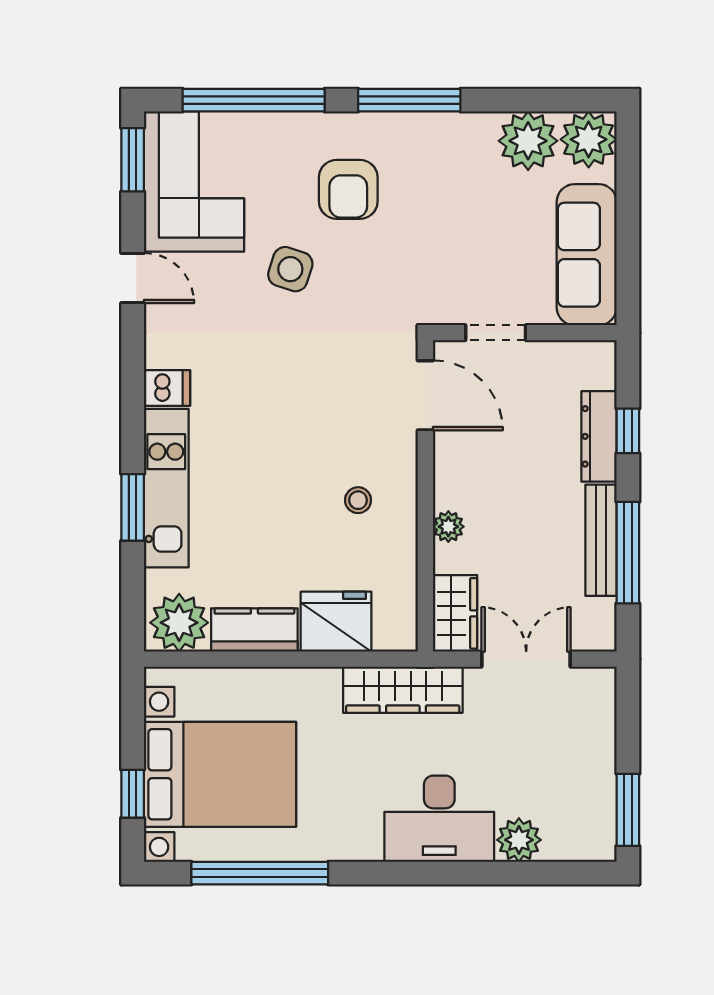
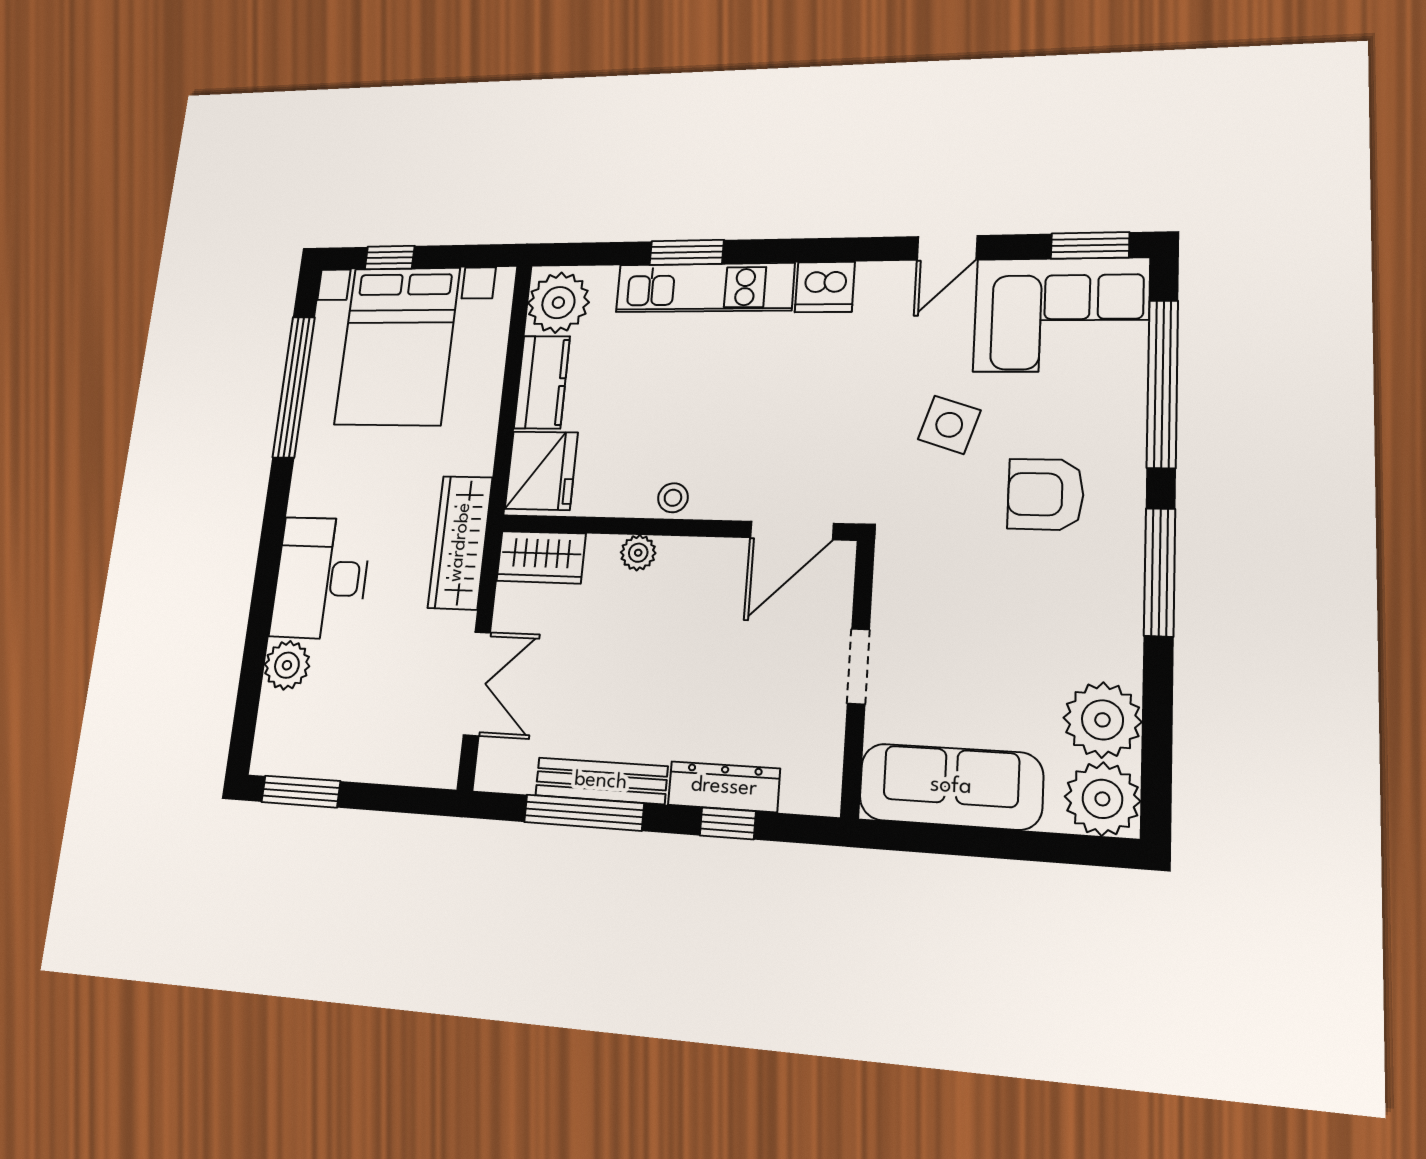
dishwasher: (167, 388) -> (825, 287), width x1.38
door: (425, 395) -> (792, 531), moved
wall: (425, 496) -> (675, 527), moved
plant: (448, 527) -> (638, 553), moved
wardrobe: (455, 613) -> (541, 557), moved

